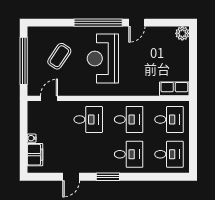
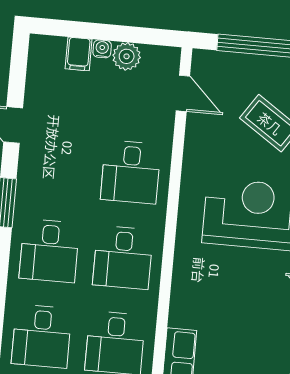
plant: (34, 126) -> (127, 56), added
filing cabinet: (35, 155) -> (79, 54), width x0.50

